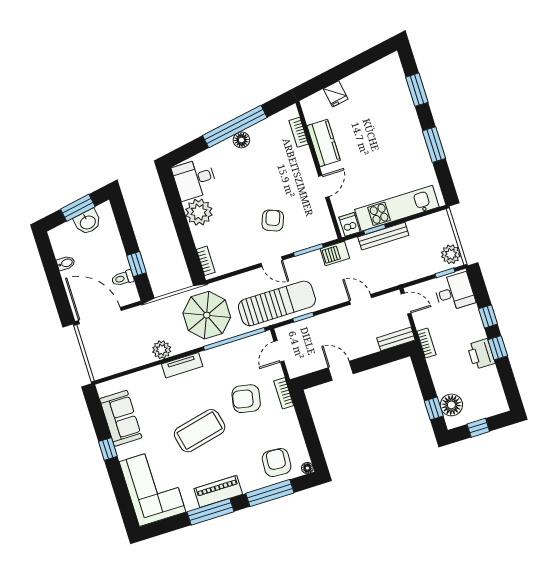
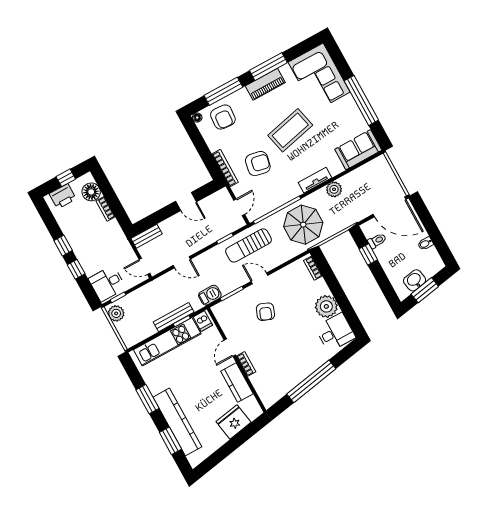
fridge: (336, 94) -> (234, 422), width x1.88, depth x1.34
kitchen counter: (404, 110) -> (177, 422), added
bookcase: (299, 132) -> (246, 364), moved
floor lamp: (241, 140) -> (304, 372), removed
sun lounger: (277, 303) -> (248, 245), width x0.73, depth x0.75
bookcase: (426, 343) -> (106, 209), moved
printer: (481, 354) -> (63, 196), moved, turned 90
bookcase: (284, 393) -> (225, 168), width x1.56
window: (434, 408) -> (105, 186), removed
sofa: (121, 418) -> (358, 150), moved, turned 90
window: (108, 449) -> (361, 100), width x3.17

